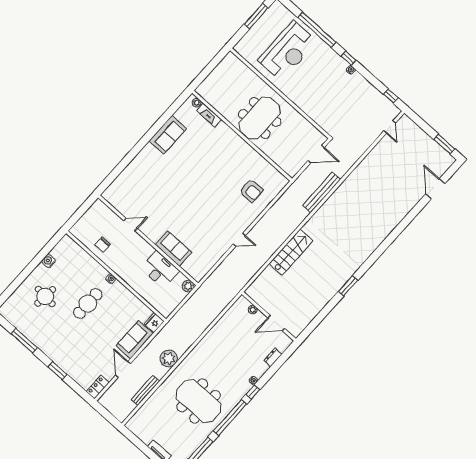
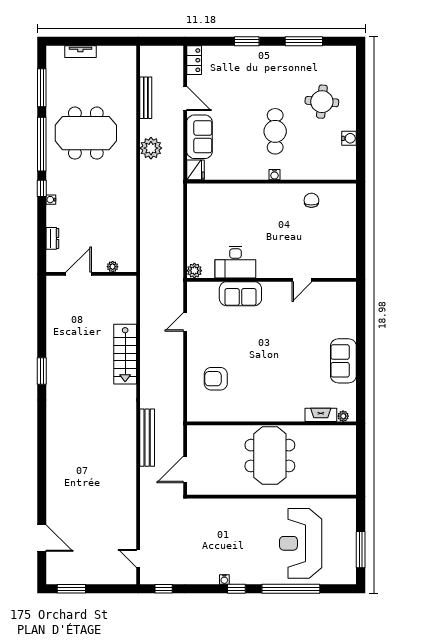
door: (130, 225) -> (302, 280), moved
wall: (148, 240) -> (272, 280), moved
sofa: (173, 249) -> (240, 294), moved
desk: (160, 270) -> (235, 262), moved
plant: (188, 286) -> (194, 271), moved

